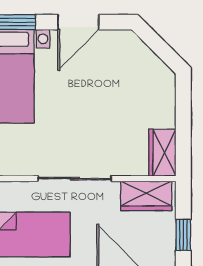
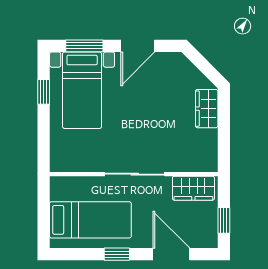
wardrobe: (162, 153) -> (207, 109), moved

